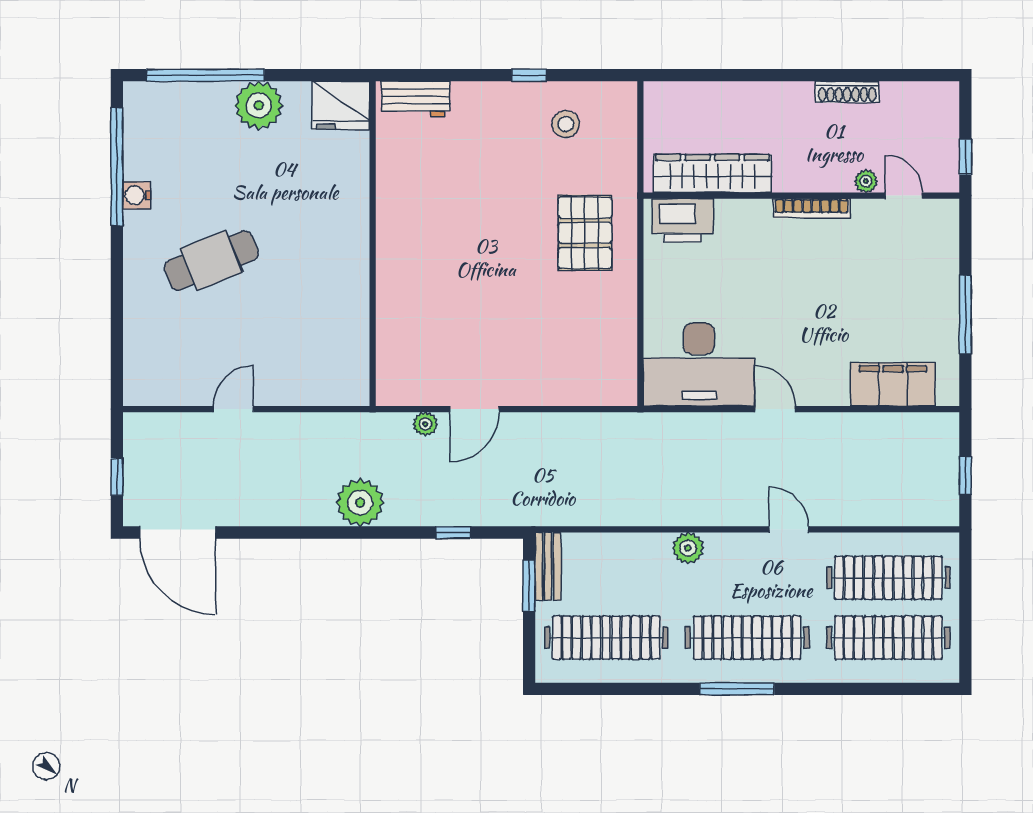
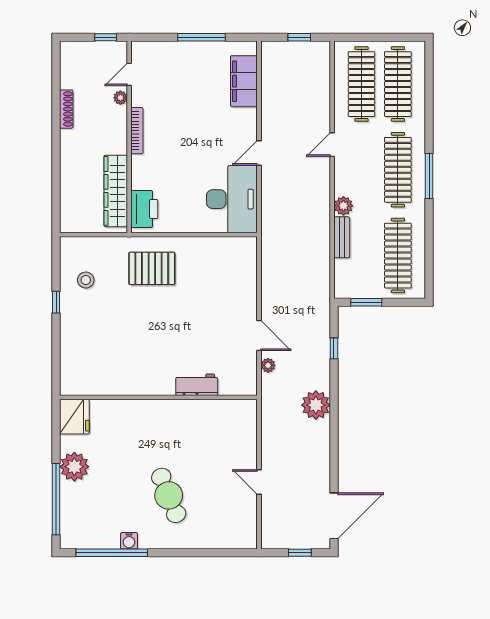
workbench: (415, 99) -> (197, 385), moved, turned -90
bench: (548, 566) -> (342, 237), moved, turned 90

